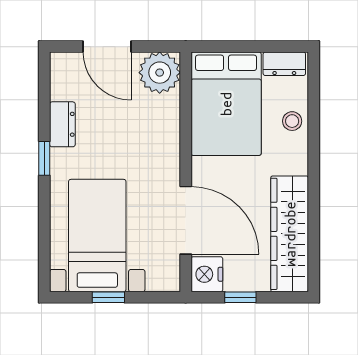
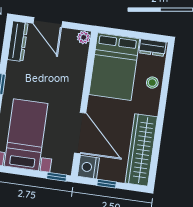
plant: (160, 73) -> (84, 37), width x0.53, depth x0.53
dresser: (62, 124) -> (18, 41), moved, width x1.44
window: (108, 297) -> (57, 177), moved

